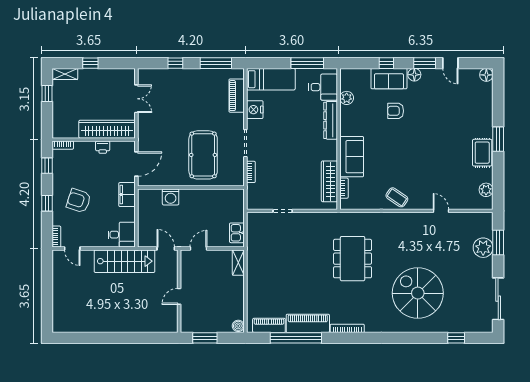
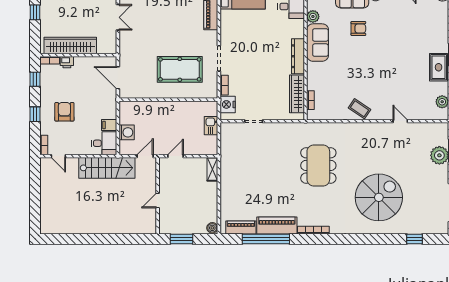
nightstand: (255, 110) -> (228, 104), moved
armchair: (396, 111) -> (358, 28), turned 180
dresser: (331, 120) -> (298, 56), moved
wardrobe: (107, 129) -> (70, 45), moved
printer: (103, 147) -> (67, 62), moved
pool table: (203, 155) -> (180, 69), turned 90
sofa: (352, 157) -> (318, 43), moved
door: (136, 164) -> (118, 78), swing flipped
filing cabinet: (127, 195) -> (109, 125), moved, width x0.50
washing machine: (171, 197) -> (127, 132), moved, turned -90
armchair: (79, 201) -> (64, 112), turned 72
kitchen sink: (237, 233) -> (211, 126), moved
door: (166, 248) -> (145, 156), hinge flipped
spiral stairs: (418, 293) -> (379, 197), turned 90

